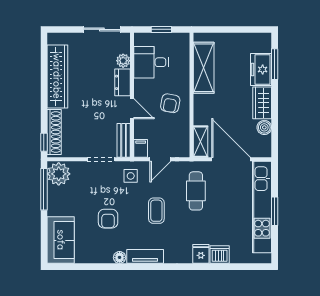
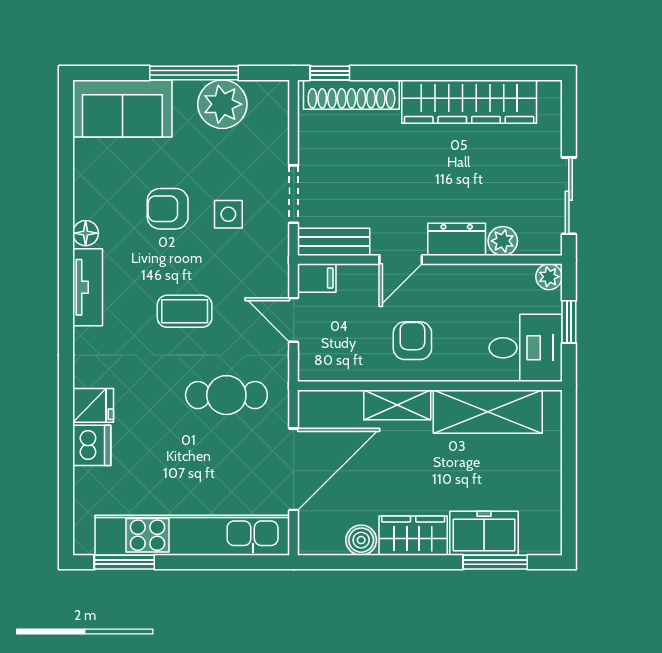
plant: (140, 39) -> (549, 277), added
desk: (151, 62) -> (526, 348), moved, turned 90
armchair: (170, 103) -> (412, 341), turned 80
shelving: (200, 142) -> (397, 405), moved
plant: (59, 174) -> (222, 104), moved
side table: (131, 176) -> (228, 214), moved
window: (44, 189) -> (194, 73), moved
window: (275, 211) -> (124, 562), moved

